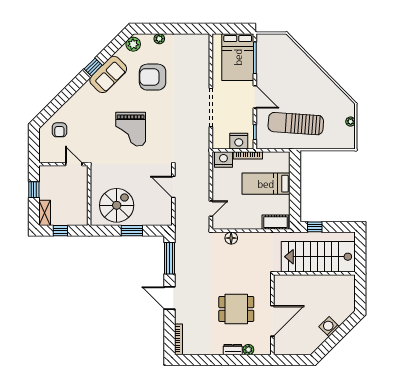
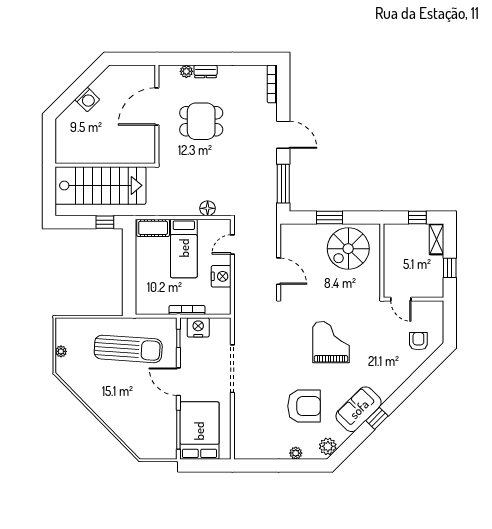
nightstand: (223, 159) -> (221, 276), moved, turned -90
bed: (266, 184) -> (184, 248), moved, turned 90

